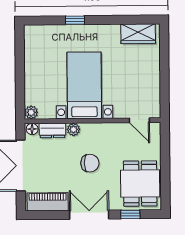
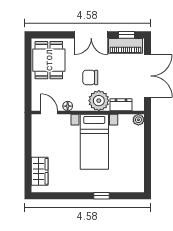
wardrobe: (138, 34) -> (40, 171), moved, turned 90
floor lamp: (32, 129) -> (68, 106), moved
plant: (74, 129) -> (99, 101), width x1.88, depth x1.88
window: (130, 214) -> (126, 35), moved

